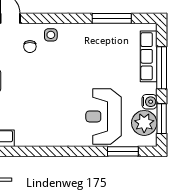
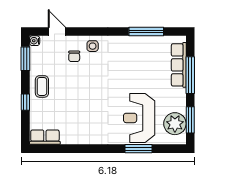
water cooler: (149, 102) -> (180, 105), removed
window: (123, 151) -> (139, 149), moved

